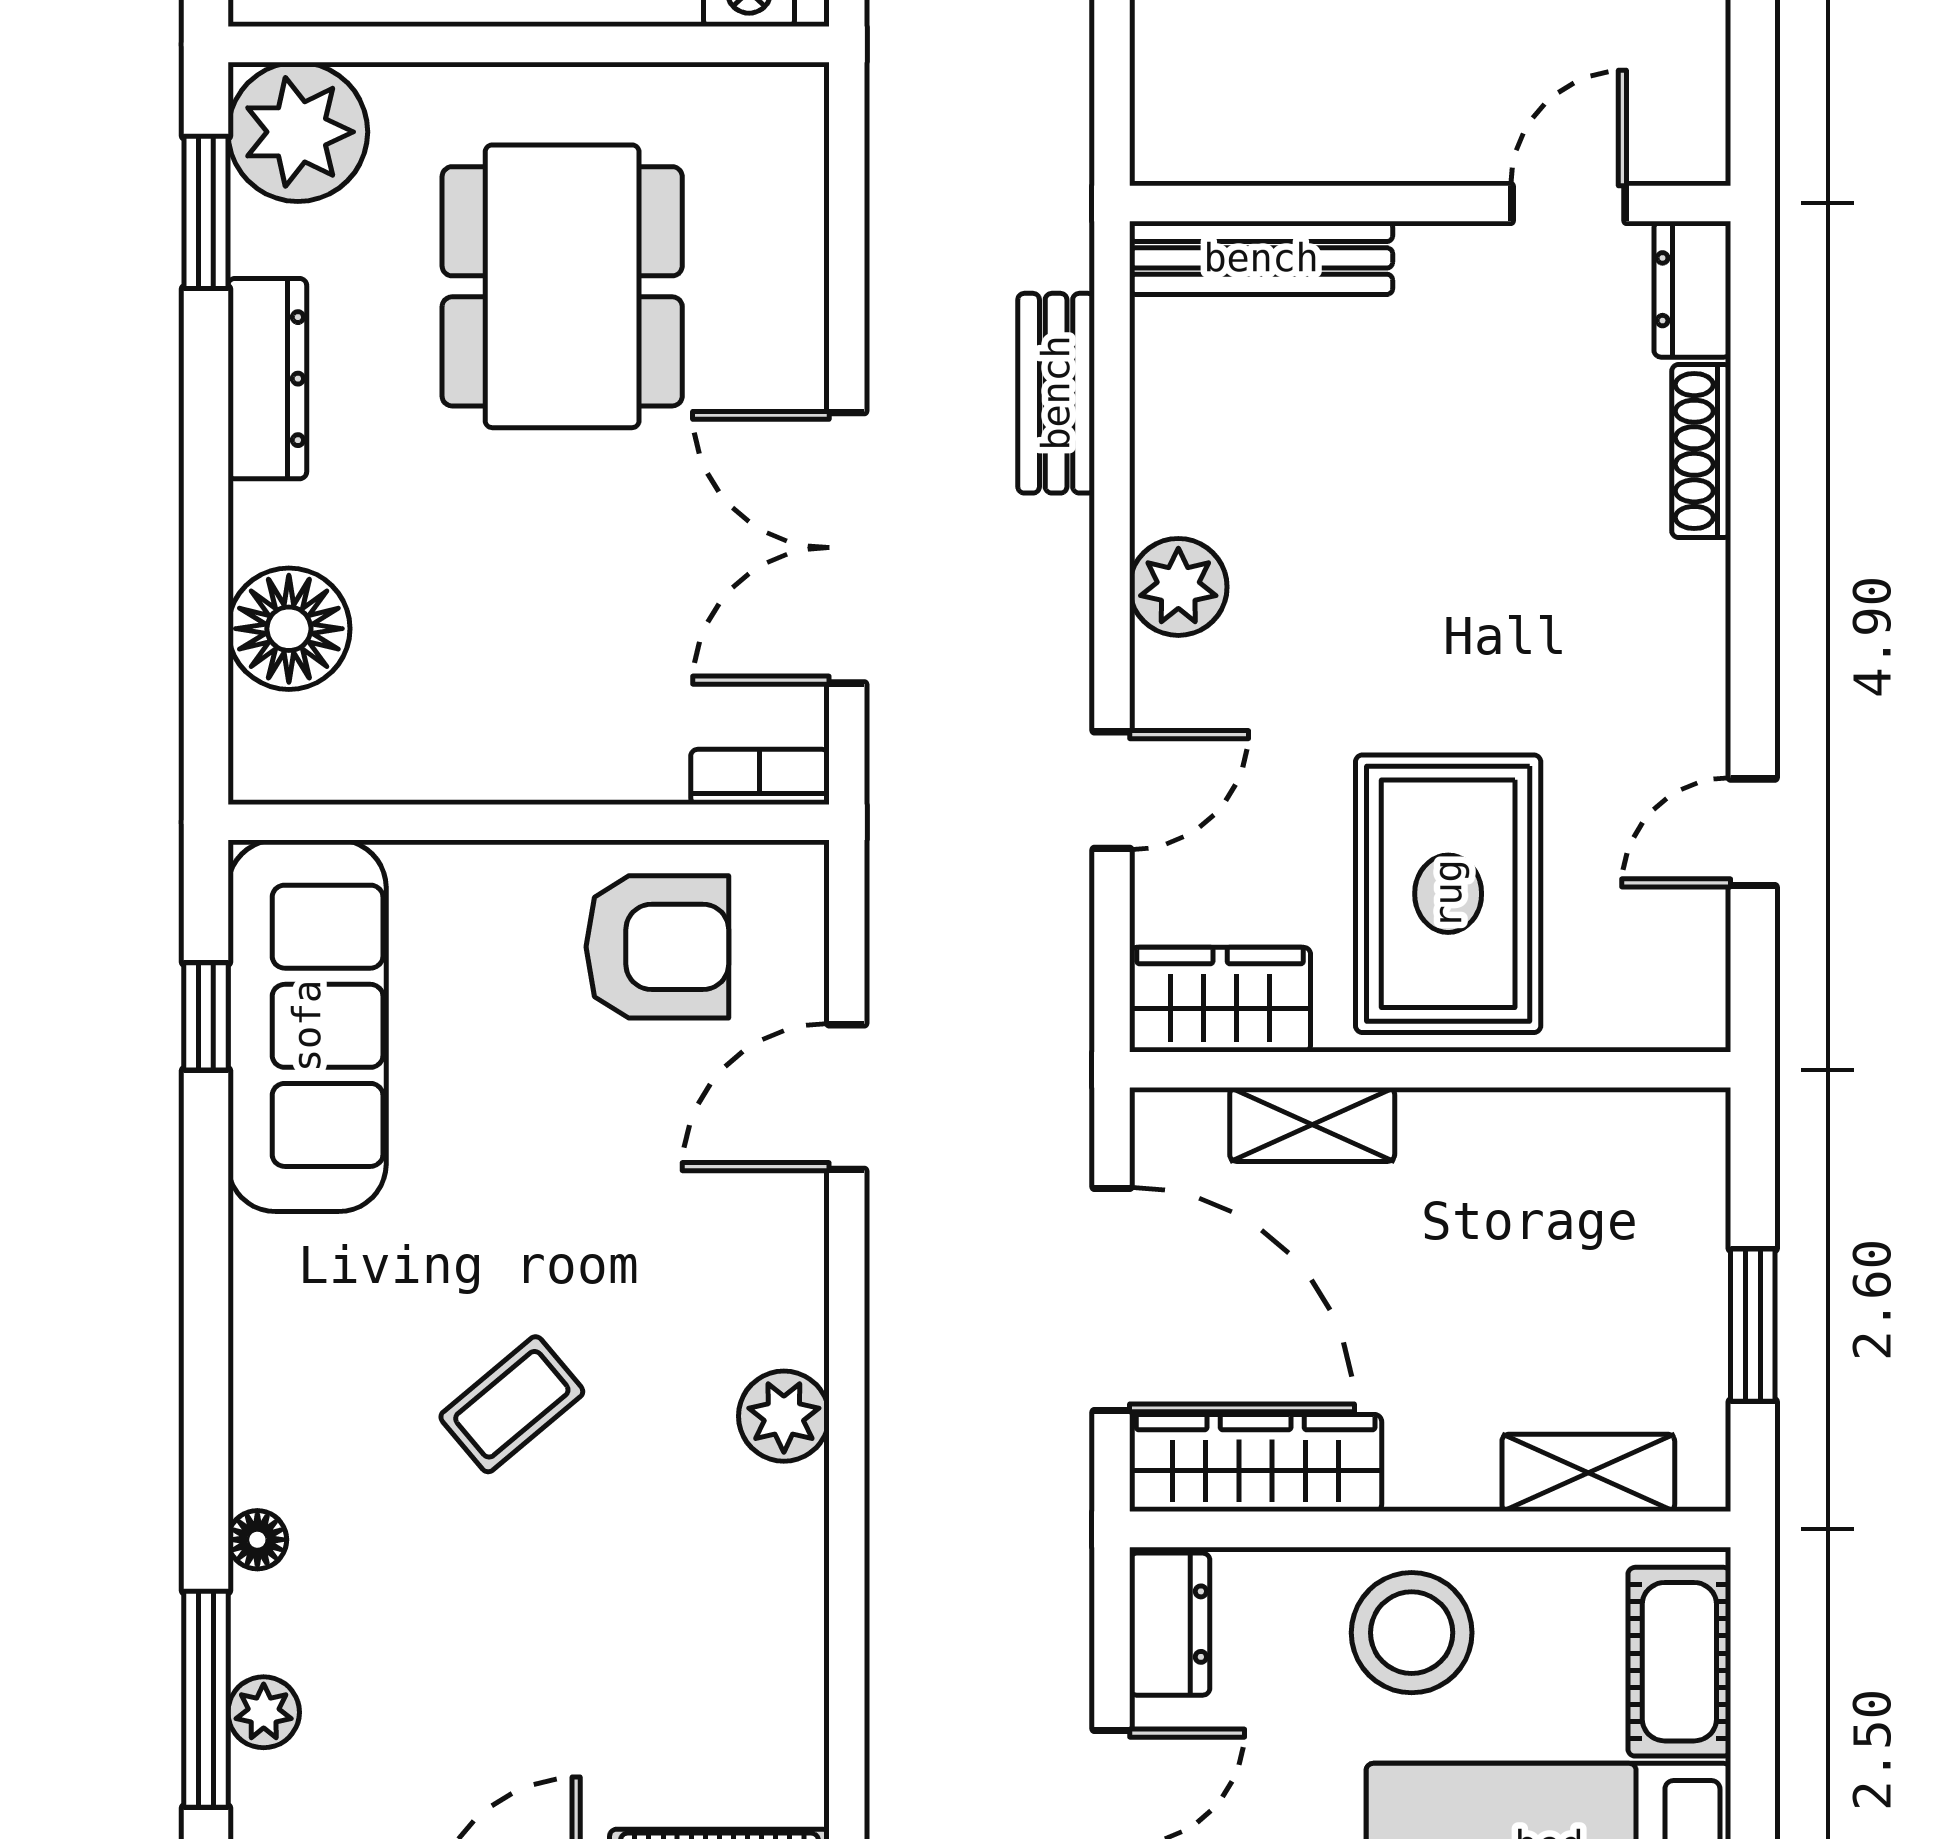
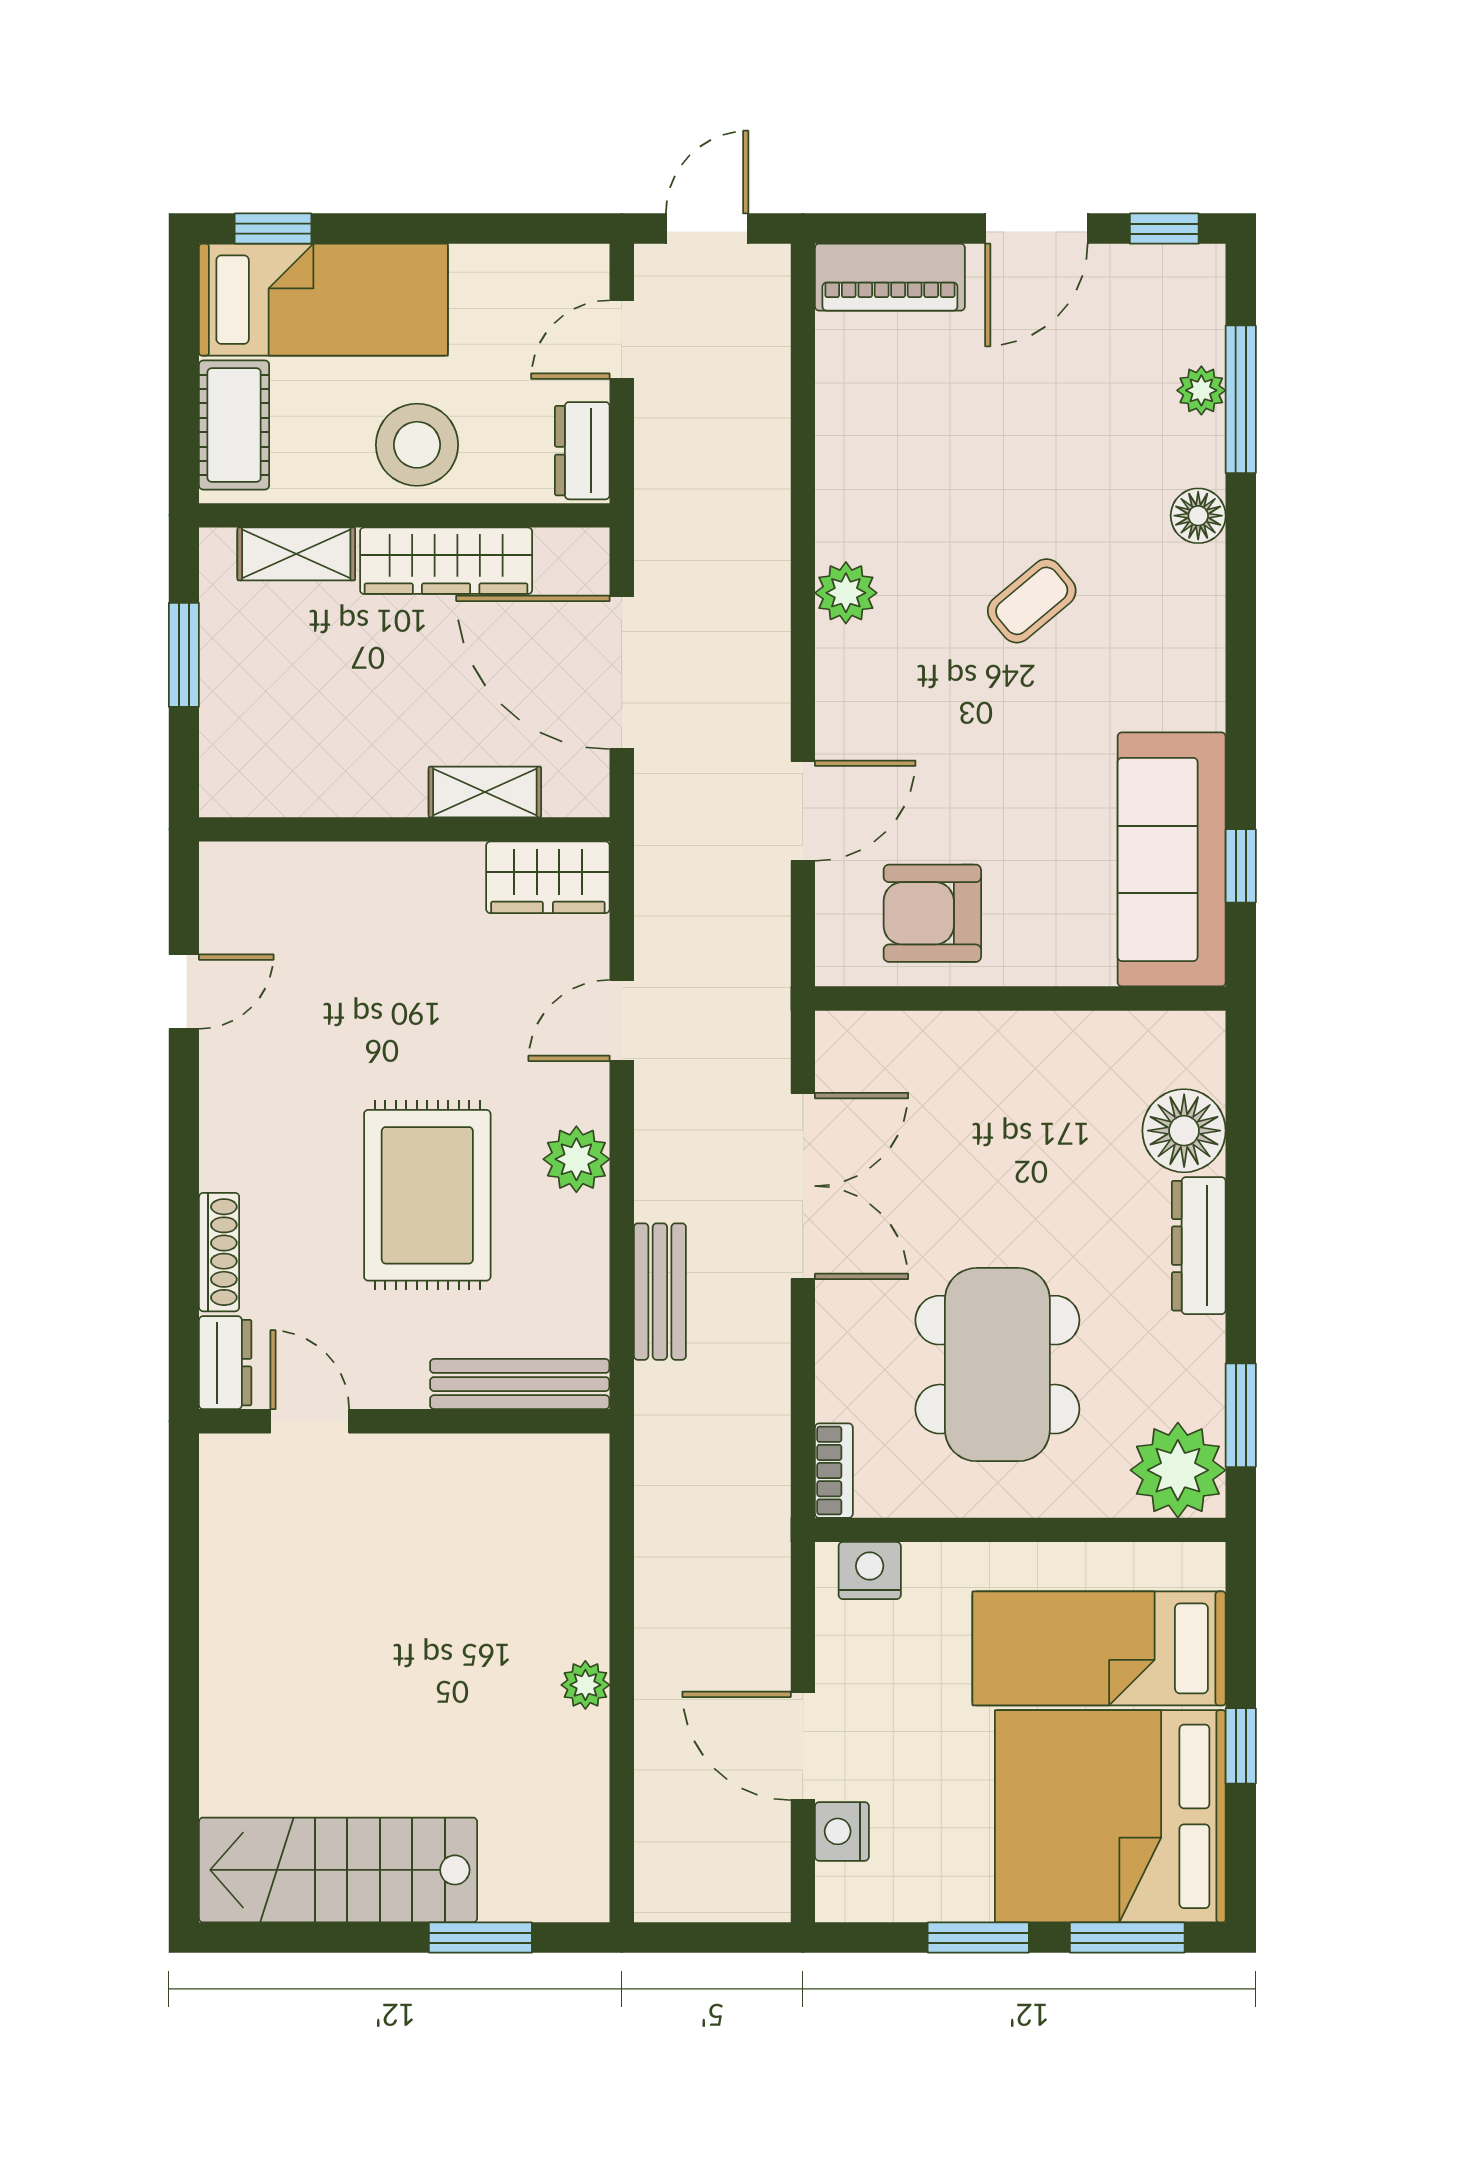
door: (1569, 203) -> (310, 1421), swing flipped
dresser: (267, 379) -> (1199, 1246), moved
bookcase: (760, 777) -> (834, 1471), moved, turned -90
rug: (1448, 894) -> (427, 1195), moved
wardrobe: (1256, 1463) -> (446, 561), moved
floor lamp: (257, 1540) -> (1198, 516), width x1.37, depth x1.37

